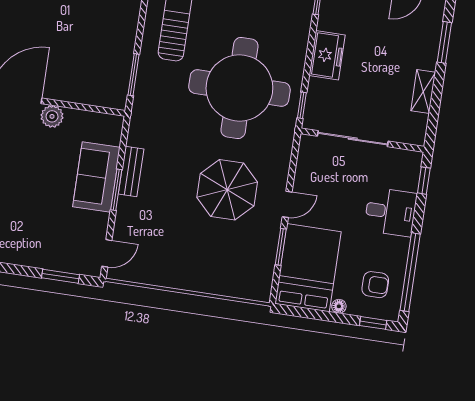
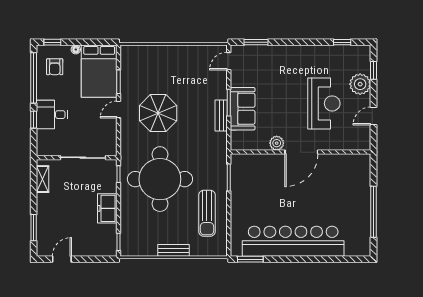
shelving: (423, 92) -> (43, 179), moved
window: (424, 181) -> (34, 120), moved
armchair: (375, 285) -> (55, 67), turned -90

